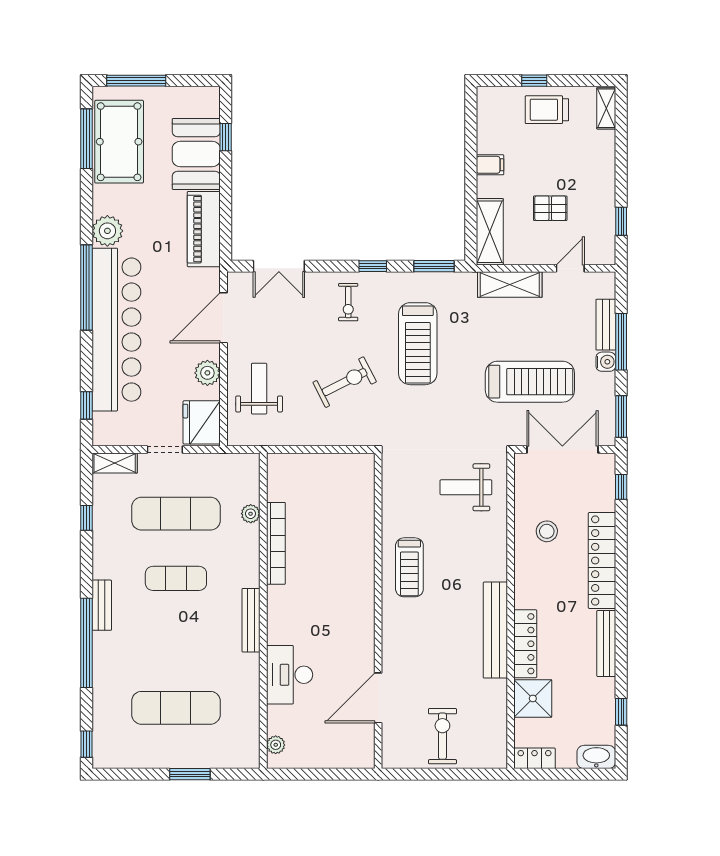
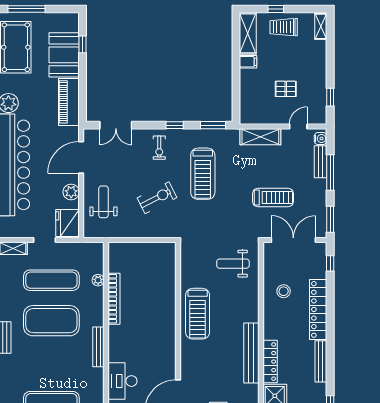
shelving: (490, 232) -> (248, 33), moved
water cooler: (606, 362) -> (321, 139), moved
treadmill: (530, 382) -> (273, 198), width x0.73, depth x0.73
treadmill: (409, 567) -> (198, 314), width x1.37, depth x1.38
exercise mat: (176, 578) -> (51, 321), width x2.00, depth x1.45

